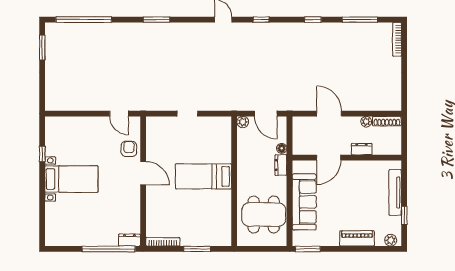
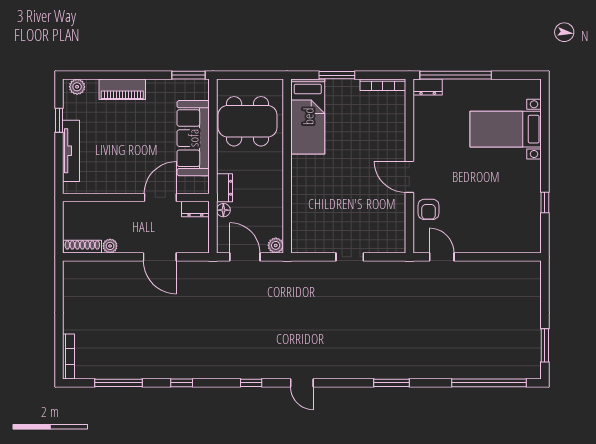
dresser: (362, 149) -> (195, 209), moved
bed: (203, 176) -> (308, 116), moved, turned 90
bed with nightstands: (71, 179) -> (506, 129), moved

